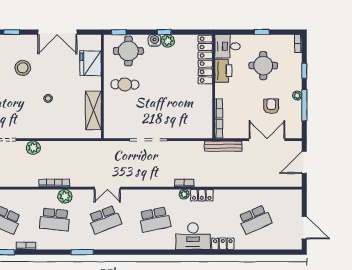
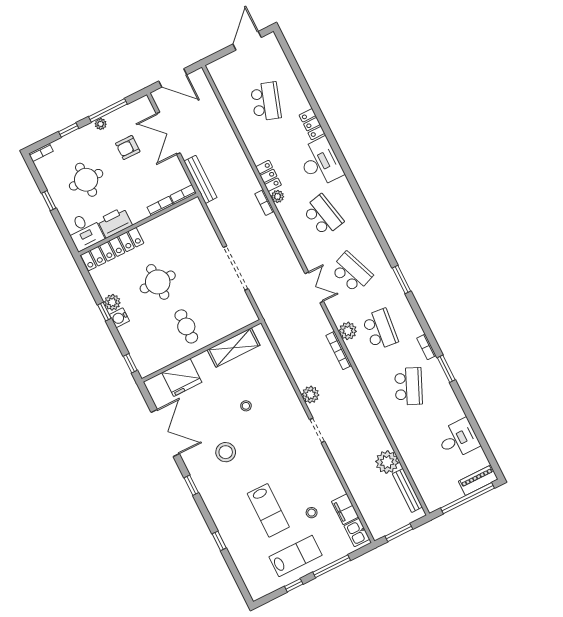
round table: (128, 51) -> (158, 282), moved
school desk: (255, 219) -> (266, 101), turned 42

